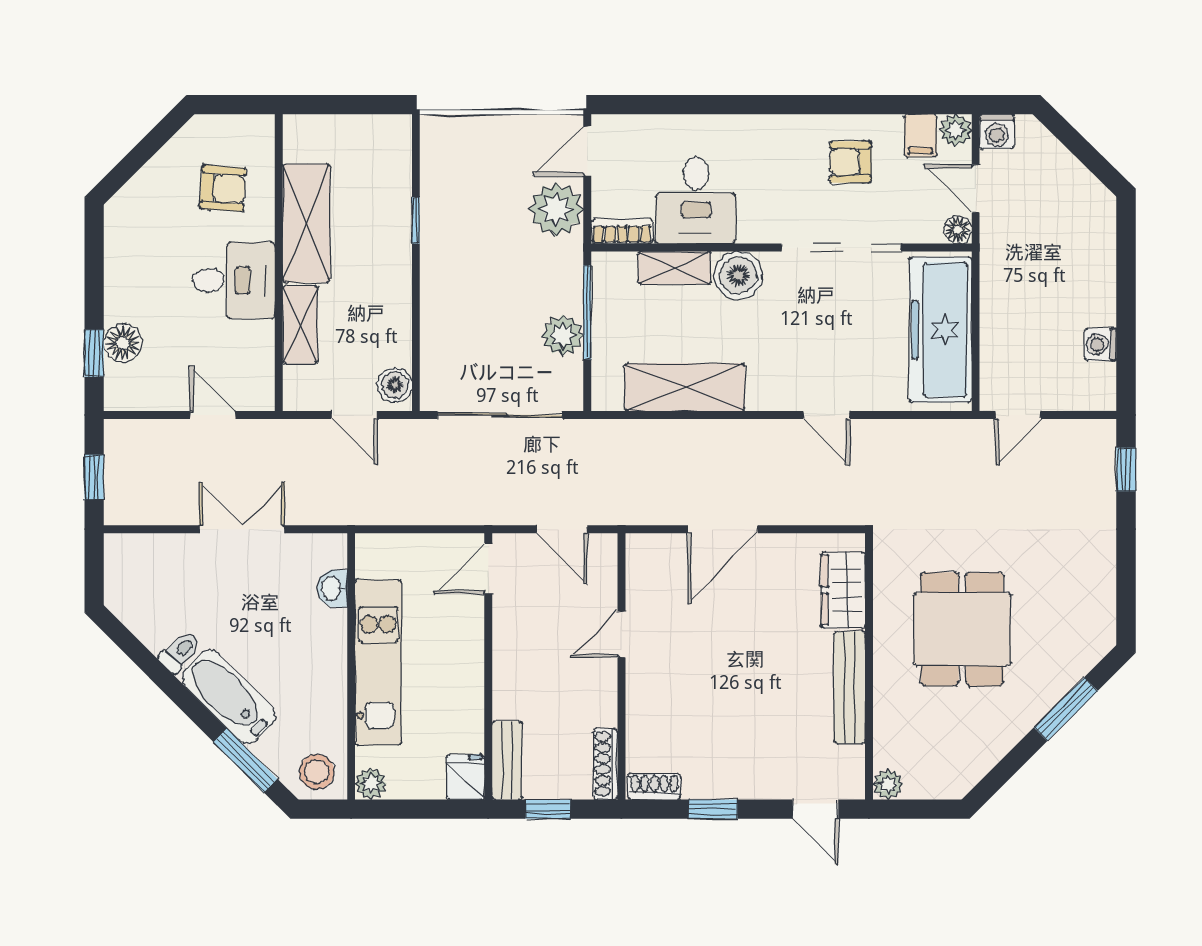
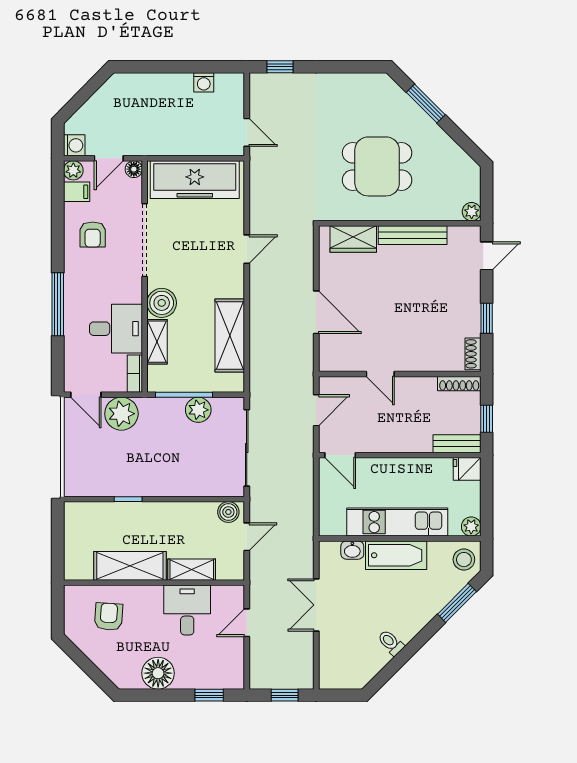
window: (736, 105) -> (58, 304), added
desk: (234, 280) -> (187, 610), moved
floor lamp: (123, 343) -> (158, 673), moved, width x1.38, depth x1.38
bathtub: (229, 697) -> (396, 555), moved, turned -135

